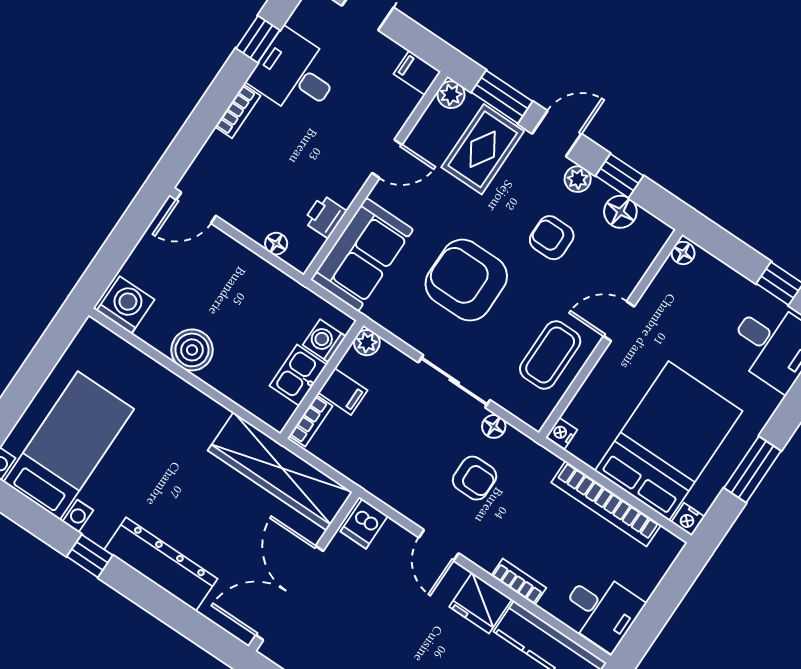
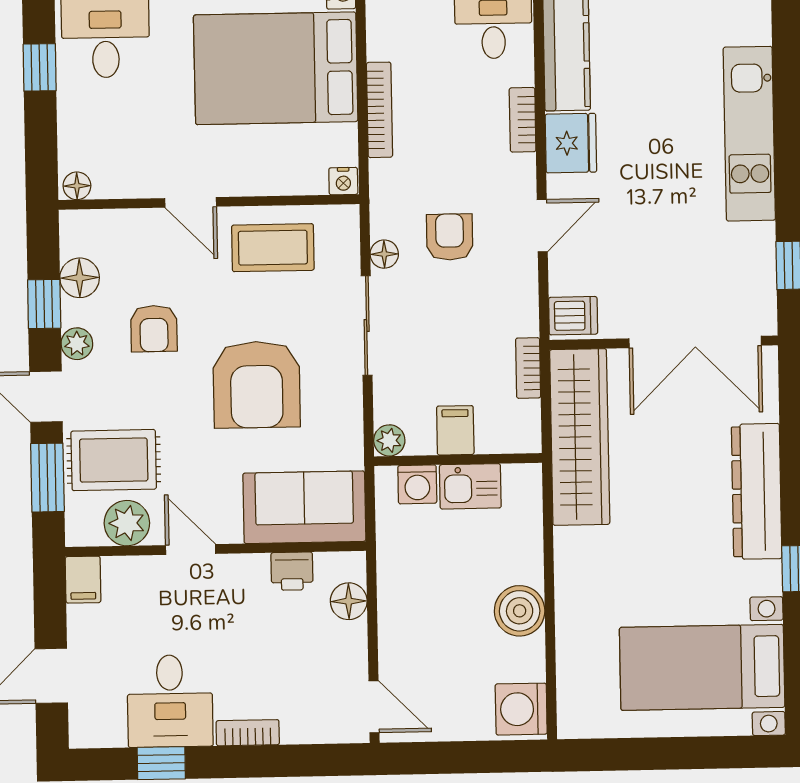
plant: (451, 95) -> (127, 523), moved, width x1.38, depth x1.38
floor lamp: (276, 244) -> (349, 601), width x1.37, depth x1.37
bookcase: (311, 421) -> (528, 368), moved, turned -90
bookcase: (606, 504) -> (380, 110), width x0.68, depth x0.76

